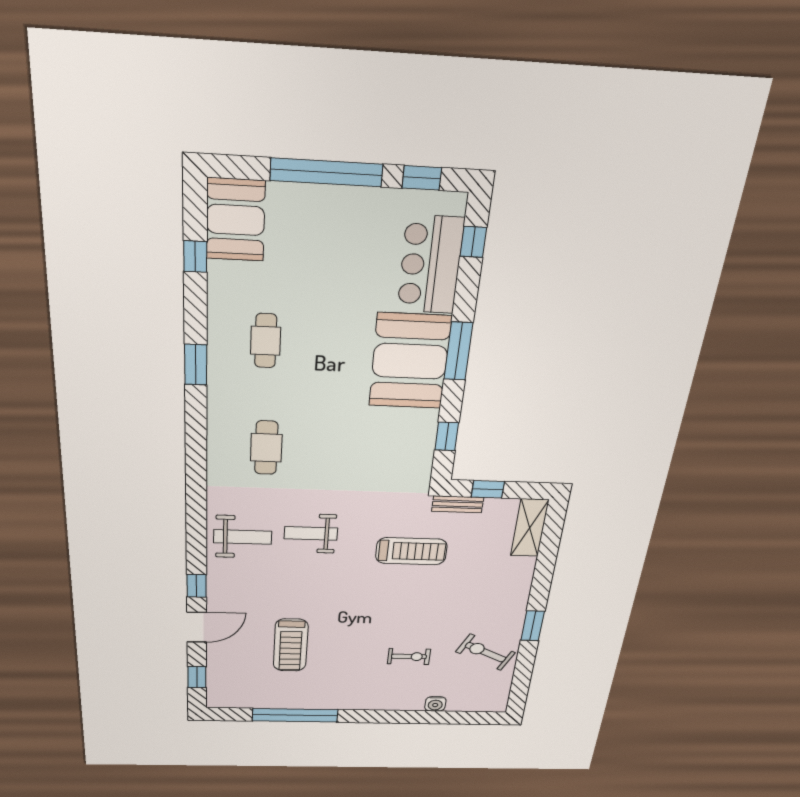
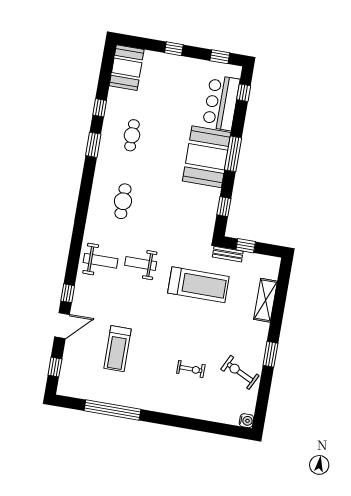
window: (326, 172) -> (174, 49), width x0.32
window: (195, 257) -> (100, 108), moved
shelving: (530, 528) -> (266, 300), moved
treadmill: (411, 551) -> (198, 285), width x1.37, depth x1.38
water cooler: (435, 704) -> (246, 421), moved, turned -90

